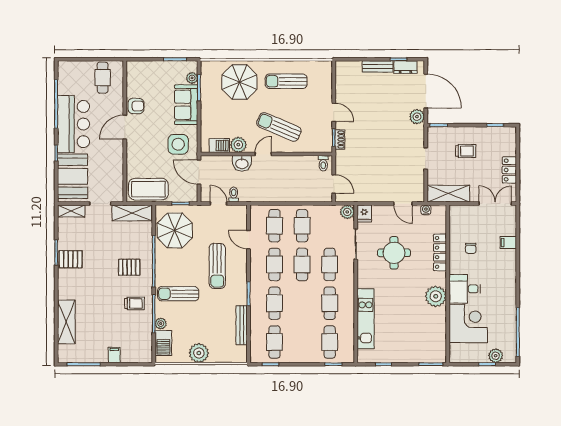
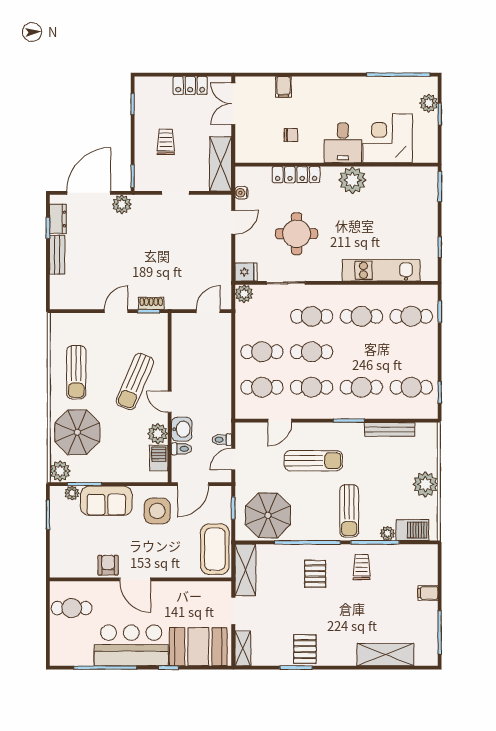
plant: (209, 69) -> (60, 471), added
toilet: (323, 163) -> (181, 449), moved

